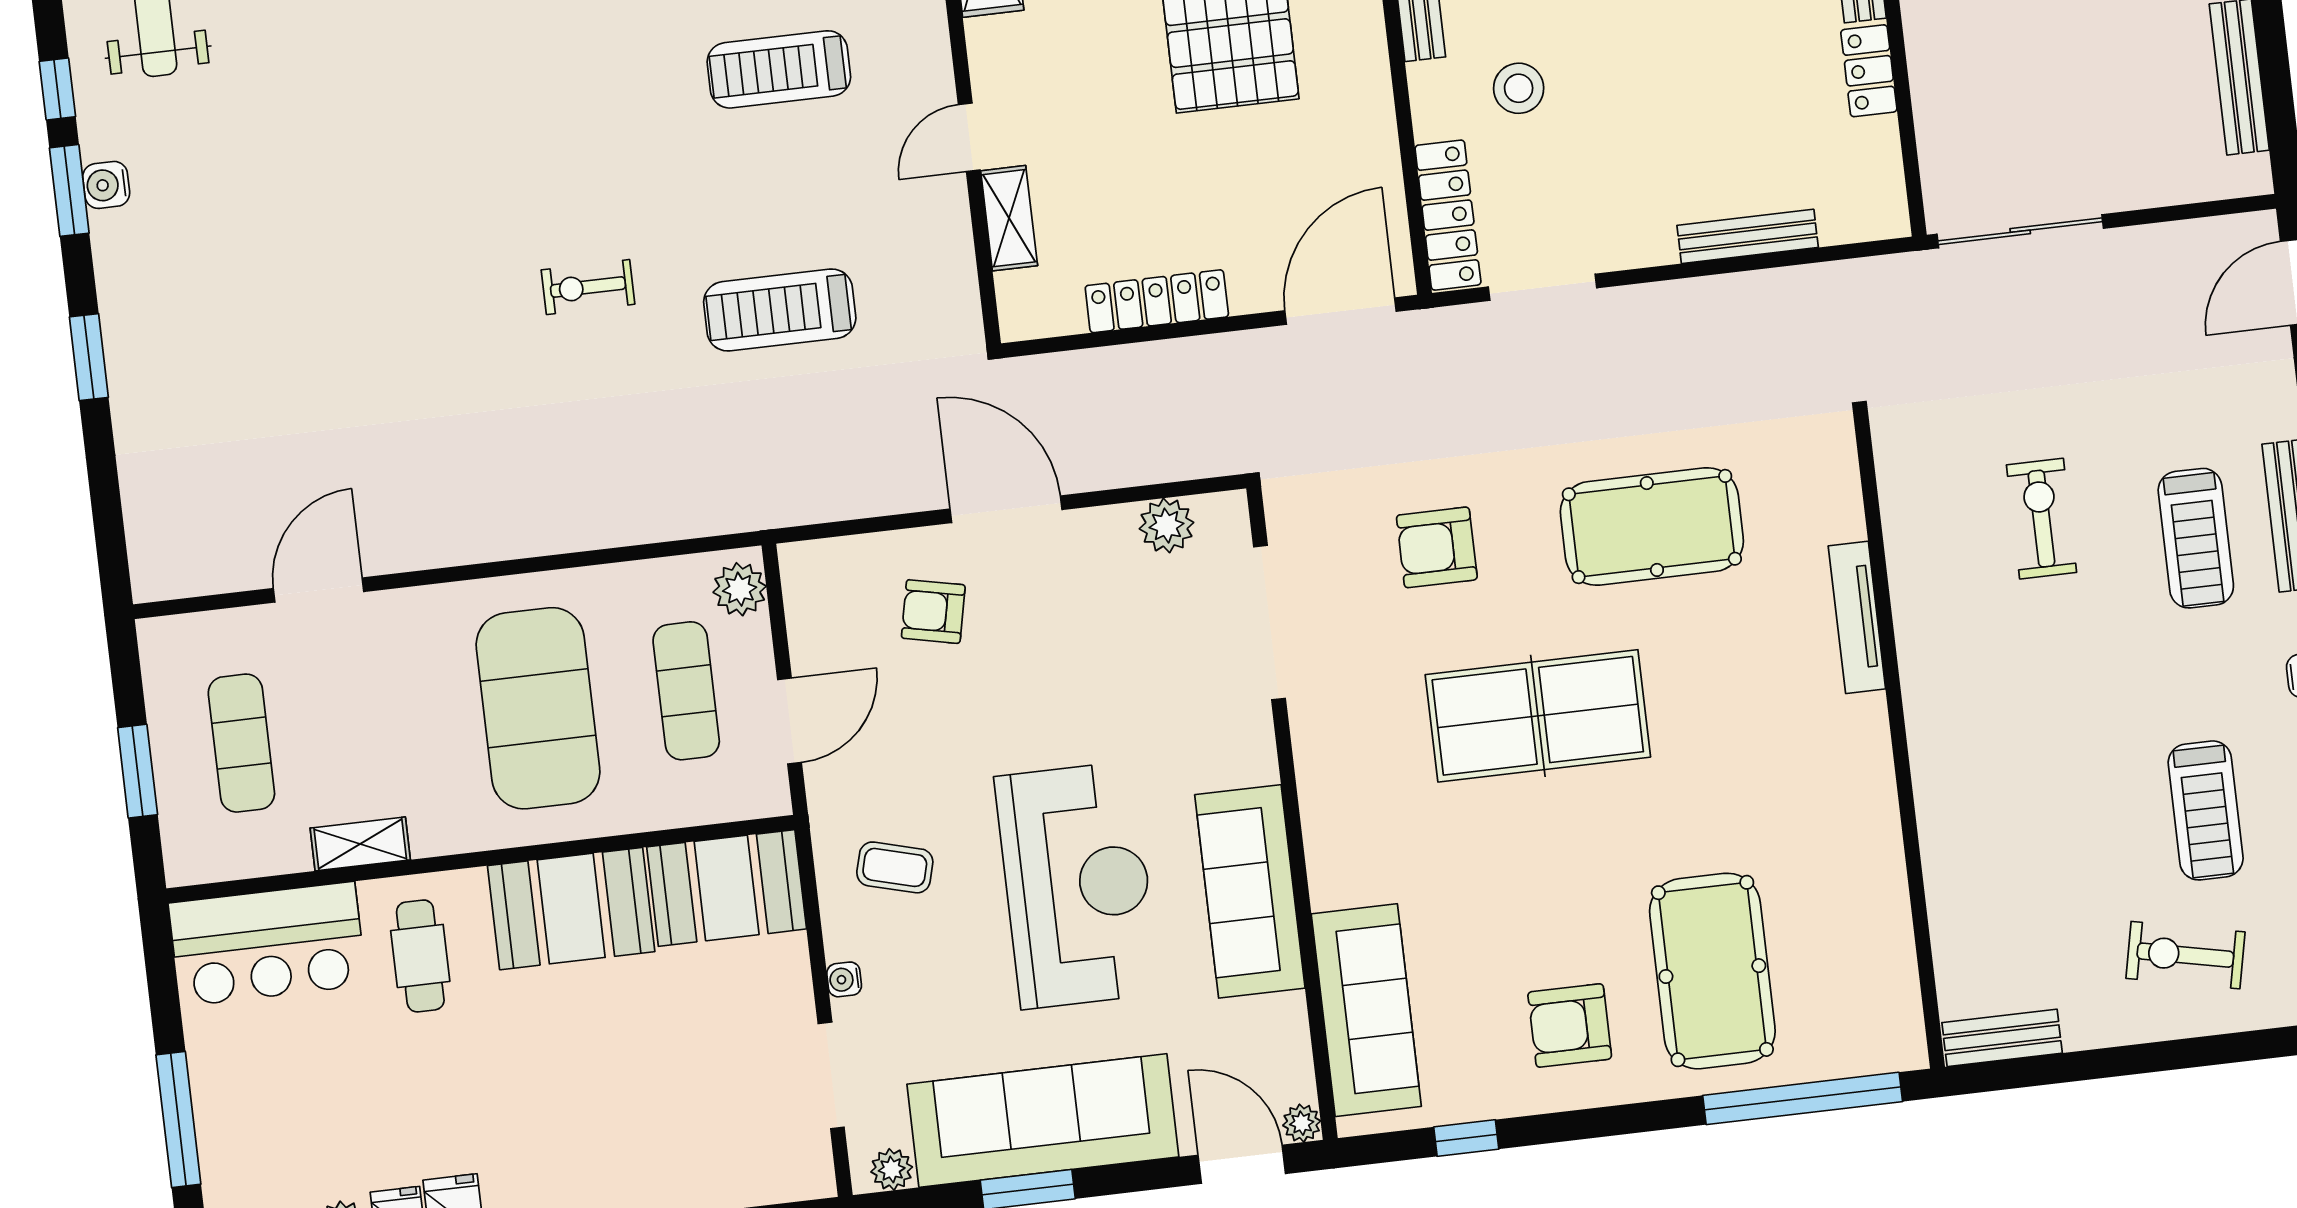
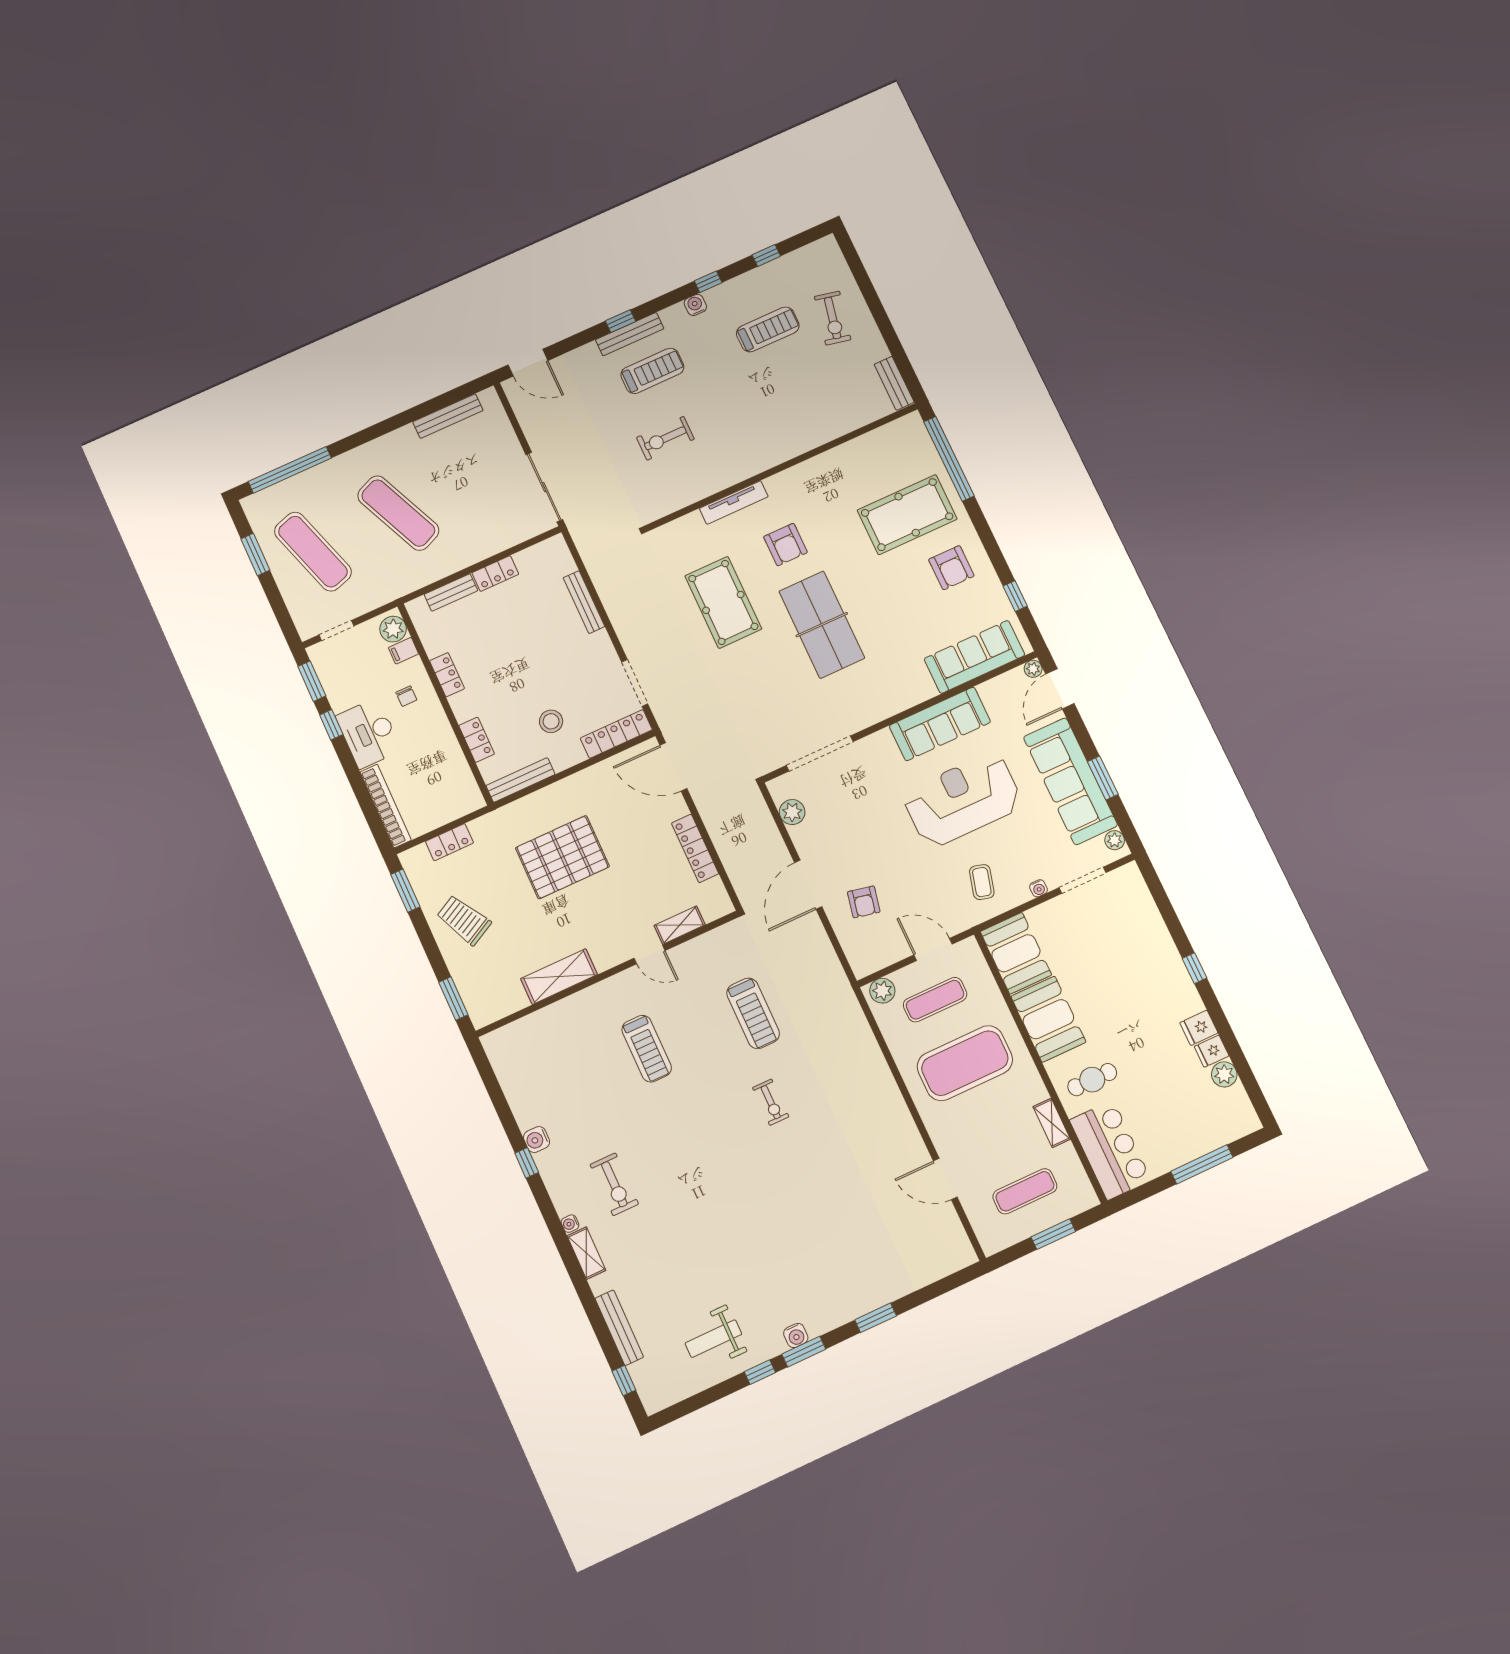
armchair: (1437, 547) -> (785, 545), moved

